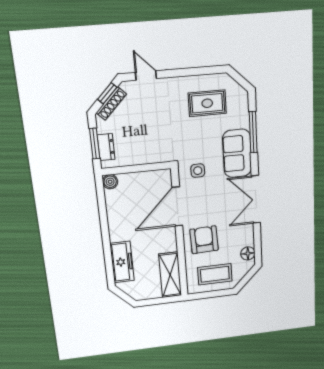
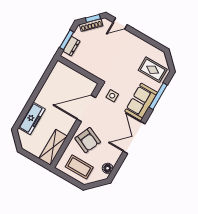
door: (146, 76) -> (120, 23), swing flipped
rug: (207, 103) -> (153, 70), moved
boiler: (110, 182) -> (59, 67), removed
armchair: (204, 240) -> (88, 140), turned 116

